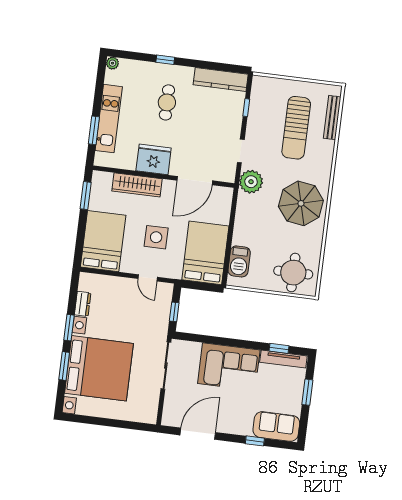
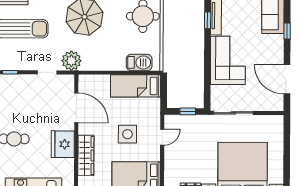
bed: (205, 253) -> (135, 86), width x0.67

